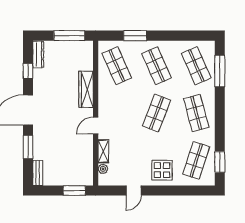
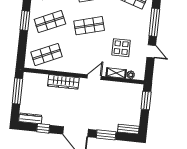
window: (135, 36) -> (25, 21), moved
shop shelf: (156, 113) -> (89, 26), turned -36
door: (96, 126) -> (94, 77), swing flipped
display table: (162, 170) -> (121, 48), moved
window: (169, 191) -> (154, 22), added

